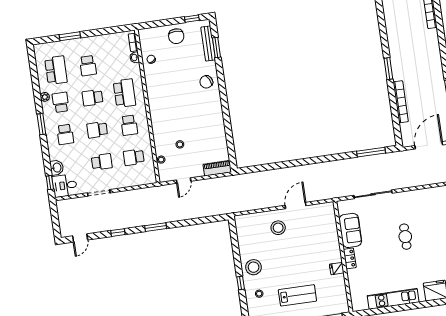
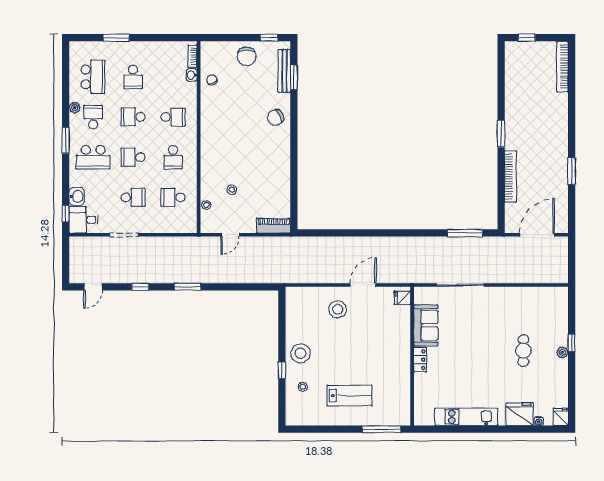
school desk: (124, 93) -> (173, 117), width x0.54
school desk: (65, 134) -> (93, 157), width x1.85
cafe table: (405, 237) -> (523, 351), moved
fridge: (337, 269) -> (402, 298), moved

